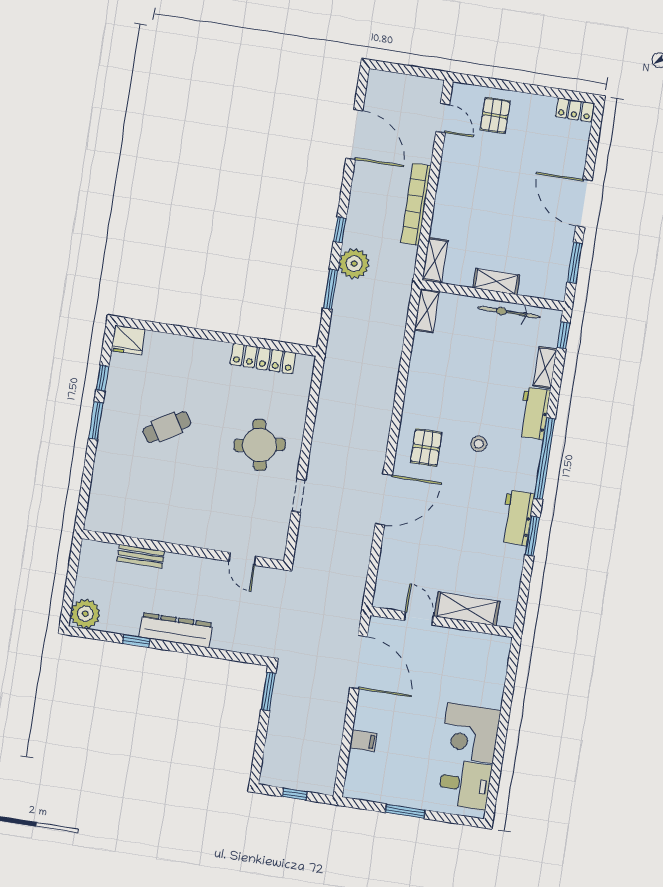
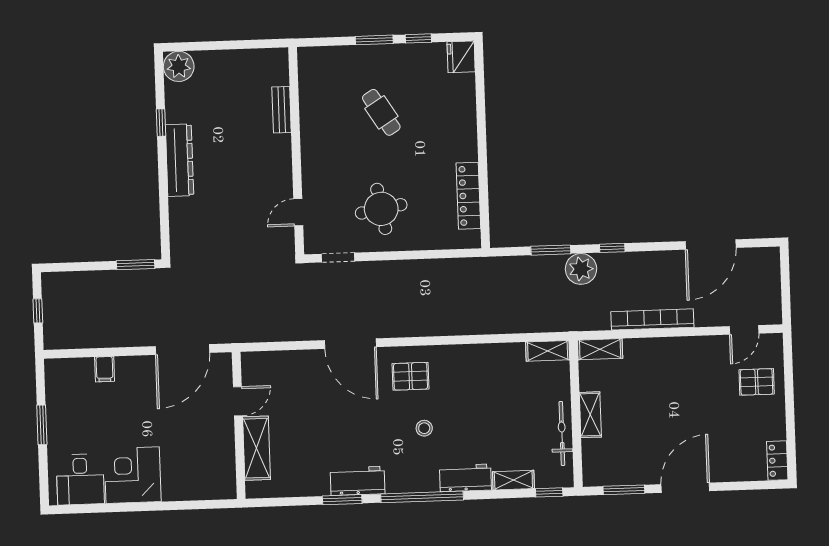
wall: (183, 550) -> (296, 151), moved
bench: (141, 556) -> (282, 110), moved
door: (242, 559) -> (298, 212), moved

